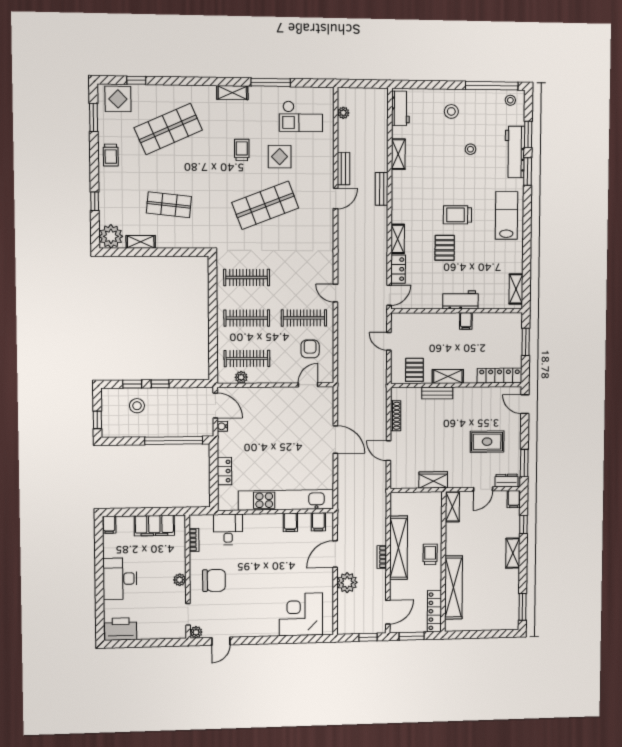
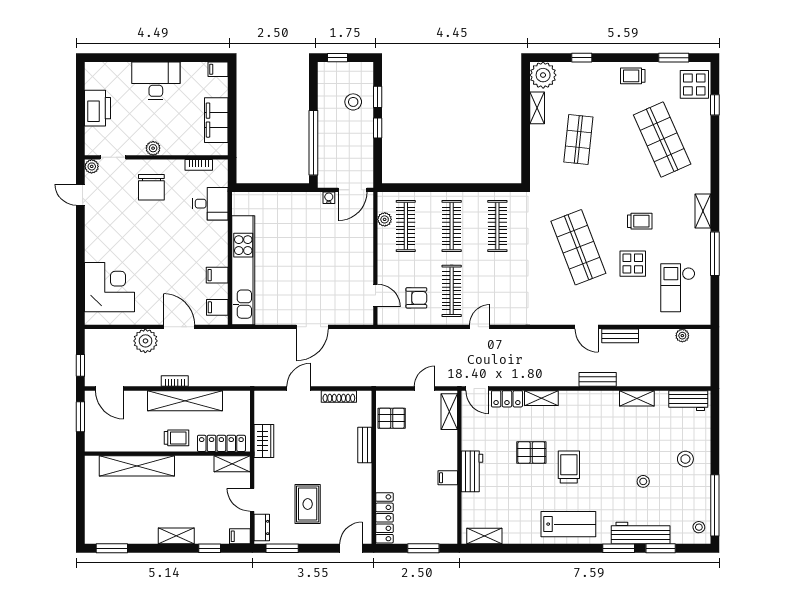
shelving: (448, 376) -> (449, 412), moved
locker: (225, 471) -> (278, 200), removed
locker: (434, 611) -> (221, 443), moved
printer: (121, 629) -> (98, 108), moved

